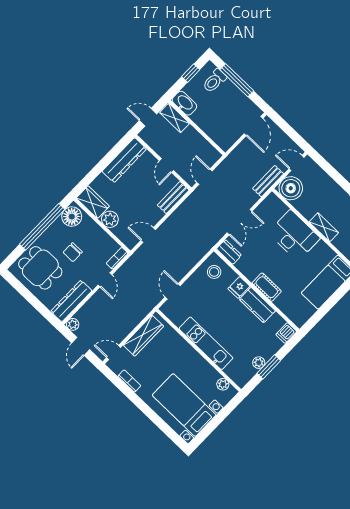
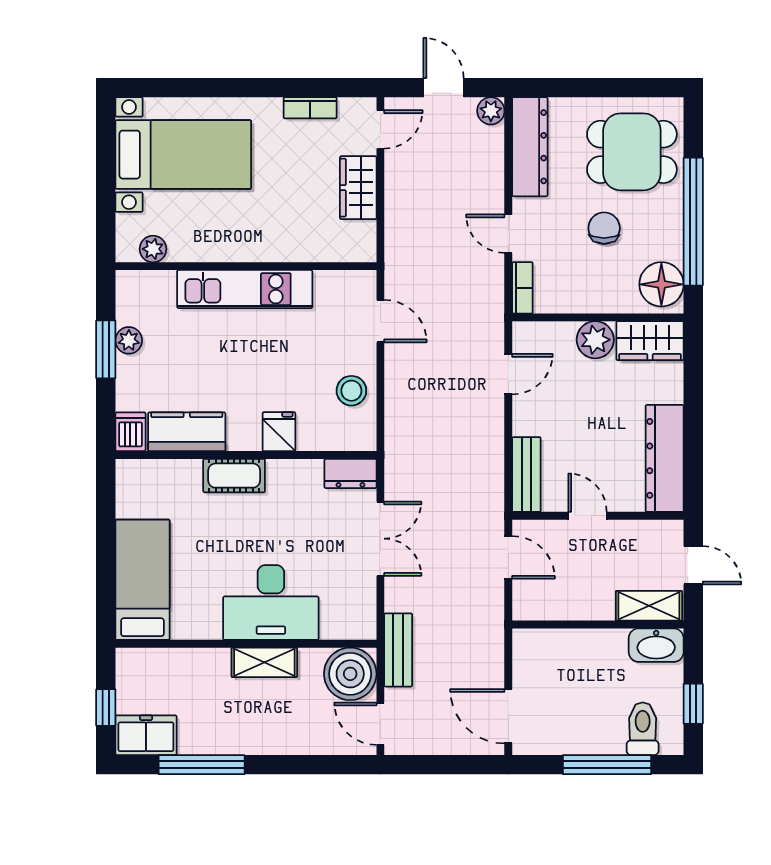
door: (148, 117) -> (693, 565), hinge flipped
door: (296, 163) -> (380, 724), swing flipped
double door: (240, 222) -> (380, 539), swing flipped
shelving: (324, 227) -> (264, 662), moved
stool: (214, 272) -> (351, 391), moved
kitchen counter: (257, 305) -> (187, 432), moved
wardrobe: (143, 336) -> (358, 188), width x0.67

